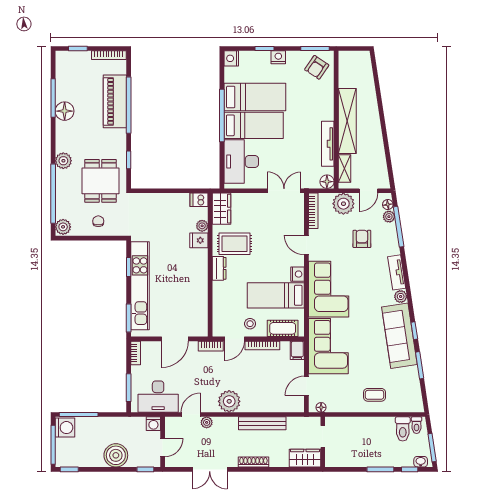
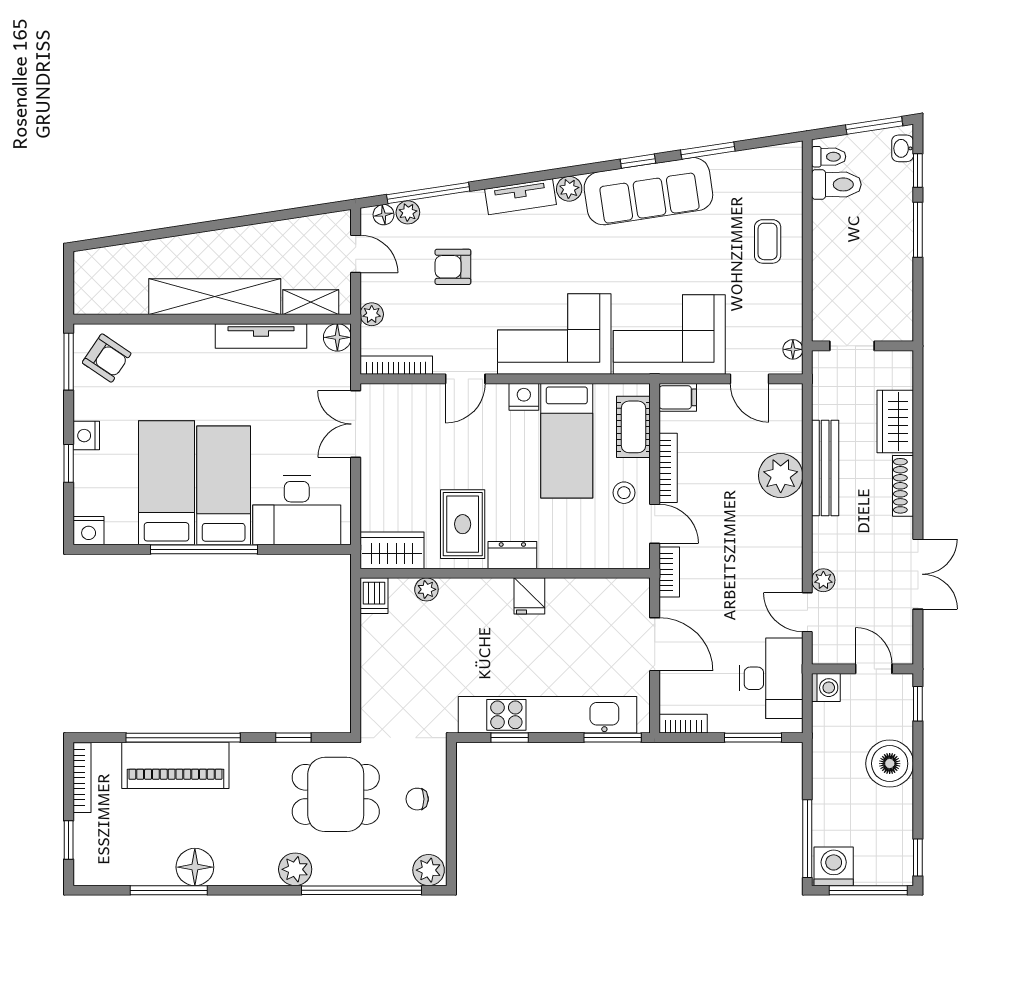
plant: (343, 204) -> (372, 314), width x0.53, depth x0.53
fridge: (199, 240) -> (529, 596), moved
plant: (229, 401) -> (781, 476), moved
wardrobe: (305, 458) -> (895, 421), moved

